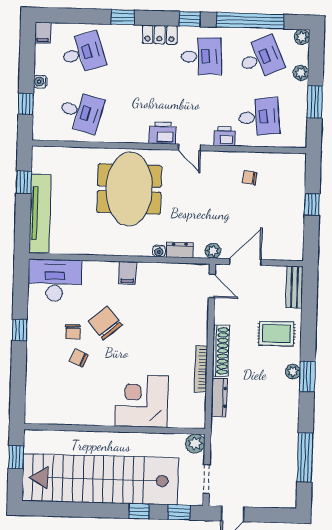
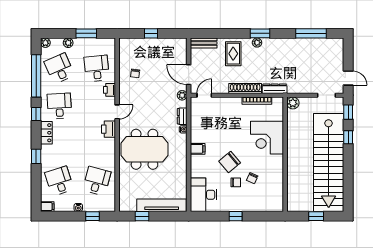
corner desk: (142, 401) -> (267, 138), moved
wall: (115, 429) -> (285, 154), moved
plant: (195, 443) -> (293, 103), moved

